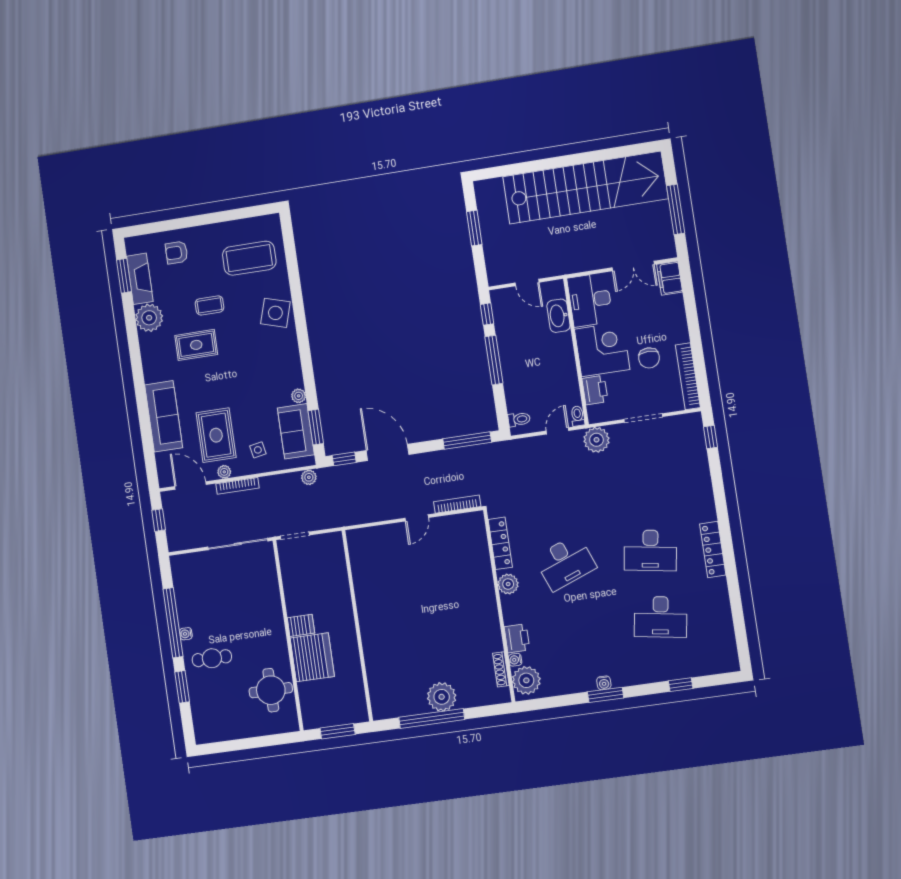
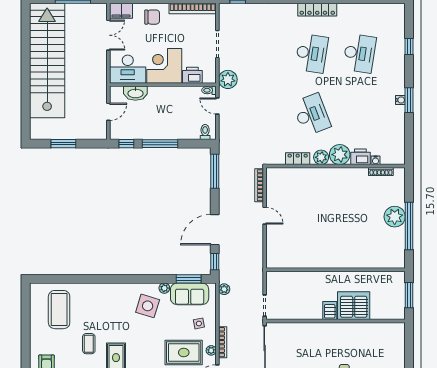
side table: (275, 313) -> (148, 306), moved
chair: (649, 358) -> (152, 17), moved
locker: (500, 543) -> (298, 159), width x0.66
plant: (526, 680) -> (340, 155), moved
round table: (271, 690) -> (373, 339), removed

